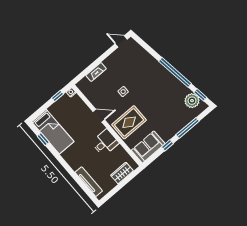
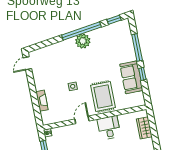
plant: (192, 101) -> (83, 41), moved
sofa: (148, 147) -> (131, 77), moved

